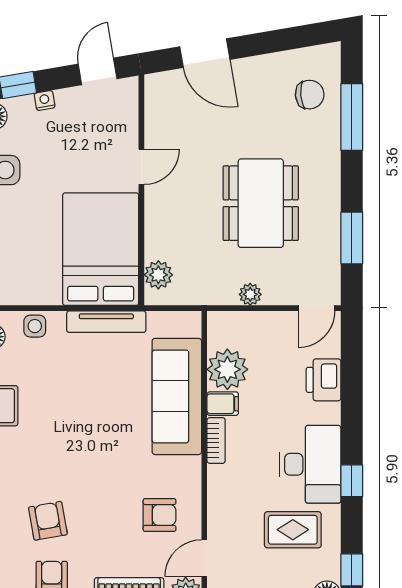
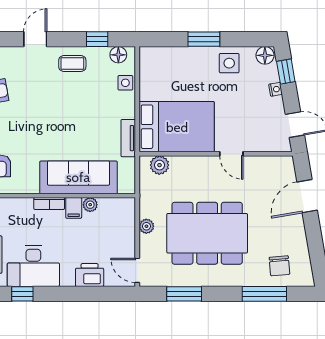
dining table: (261, 203) -> (207, 233), width x1.36, depth x1.24
tv unit: (106, 322) -> (128, 138), width x0.71
plant: (227, 369) -> (90, 205), width x0.53, depth x0.53

